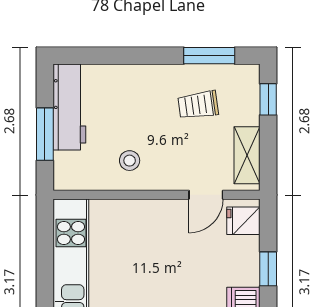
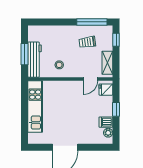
window: (209, 56) -> (92, 22), width x1.44
workbench: (69, 107) -> (35, 60), moved

